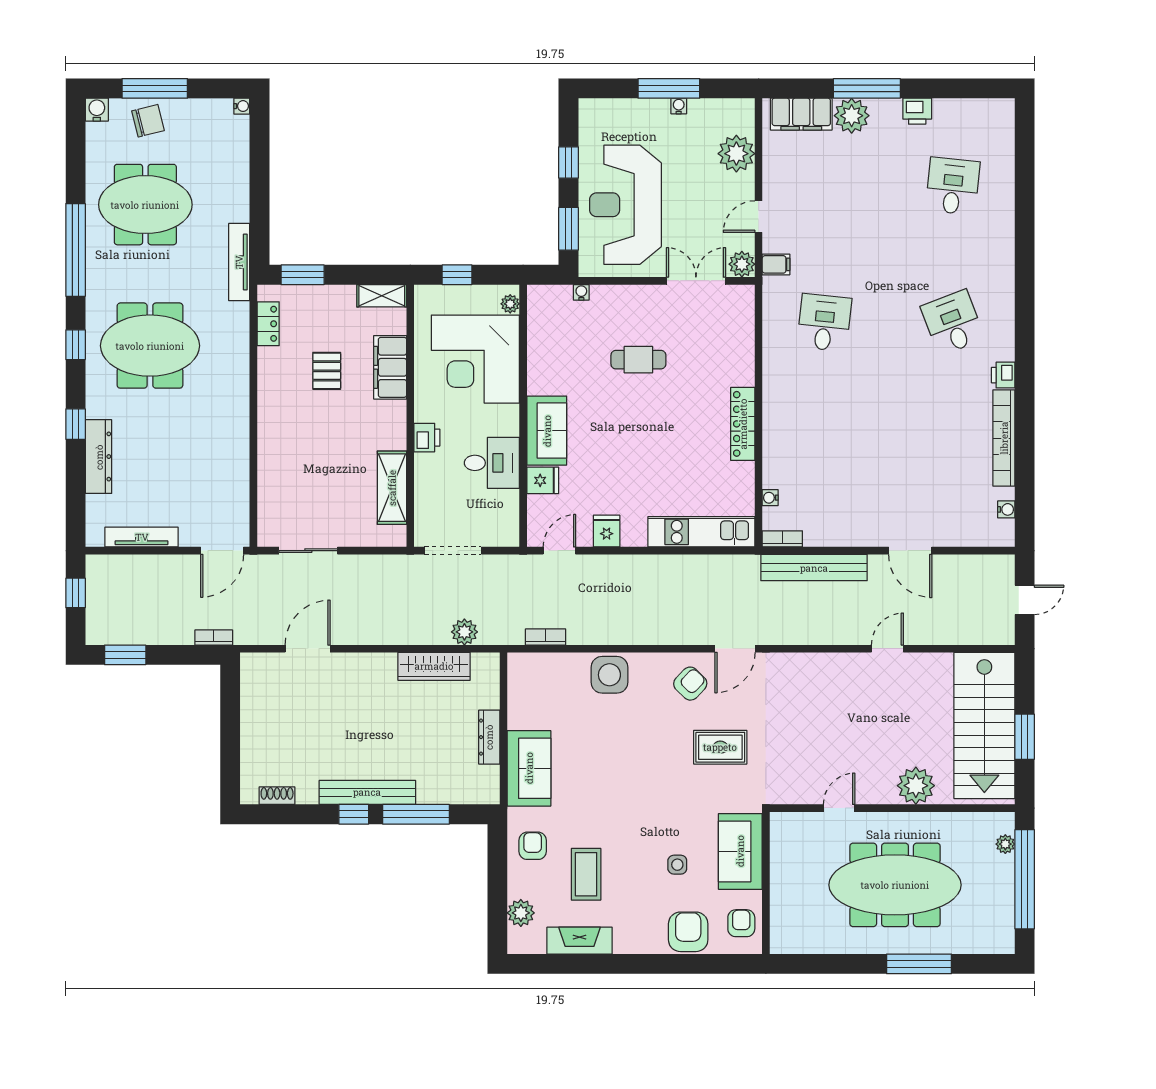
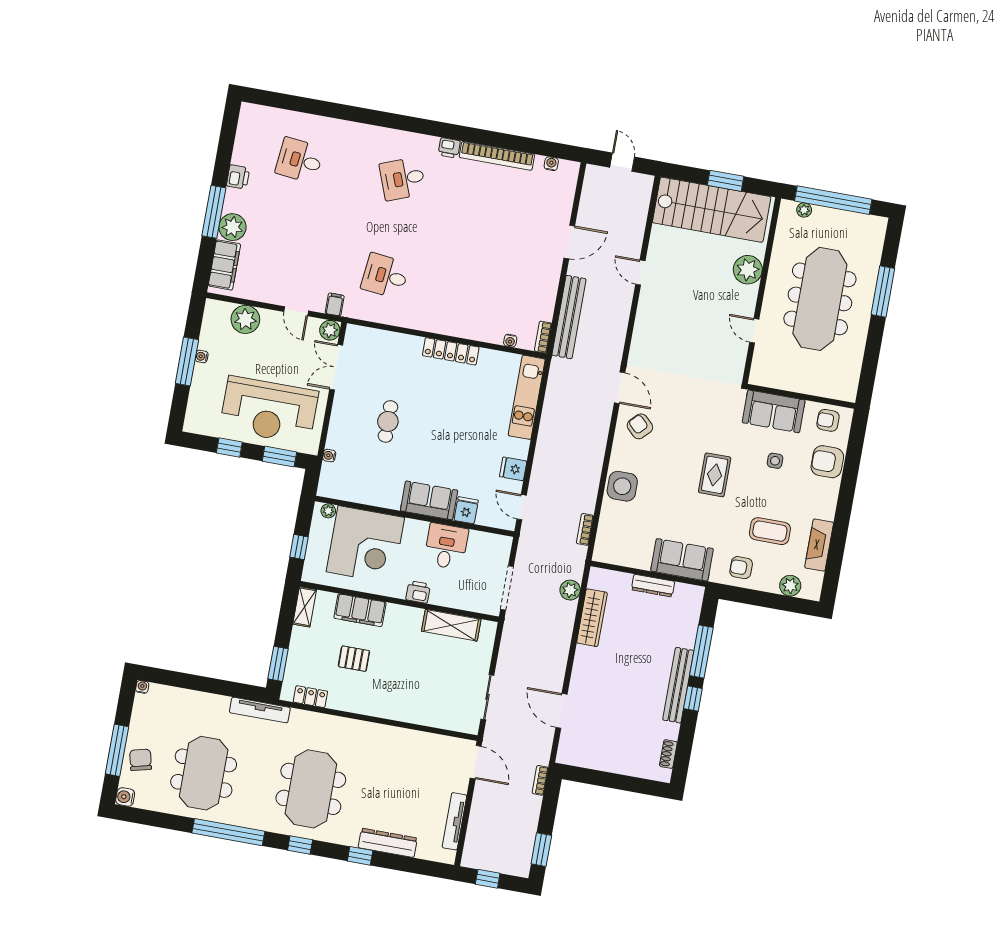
rug: (720, 747) -> (715, 475), moved

